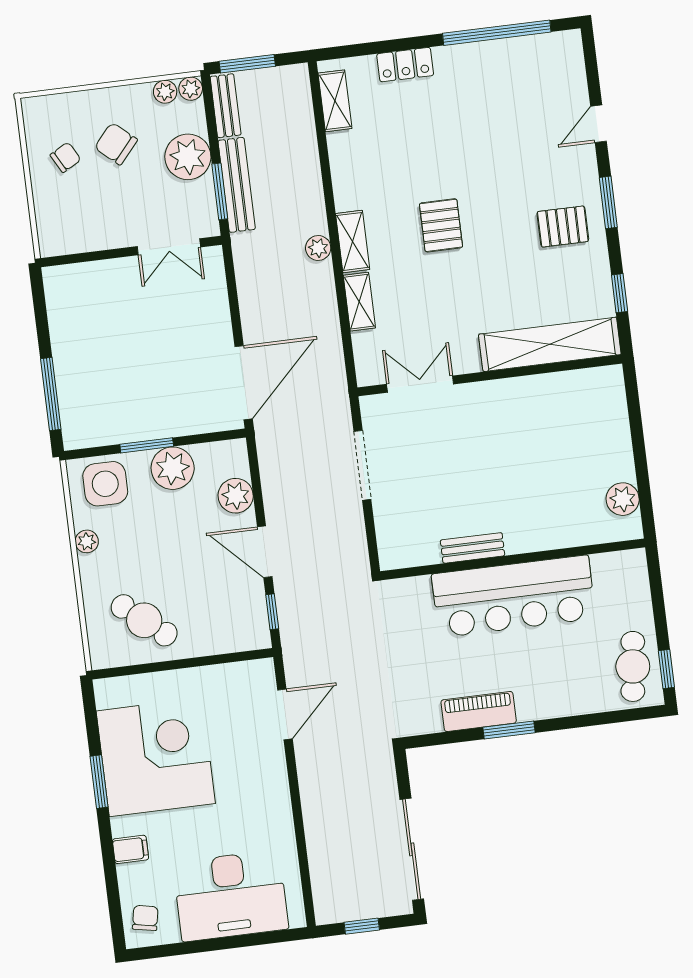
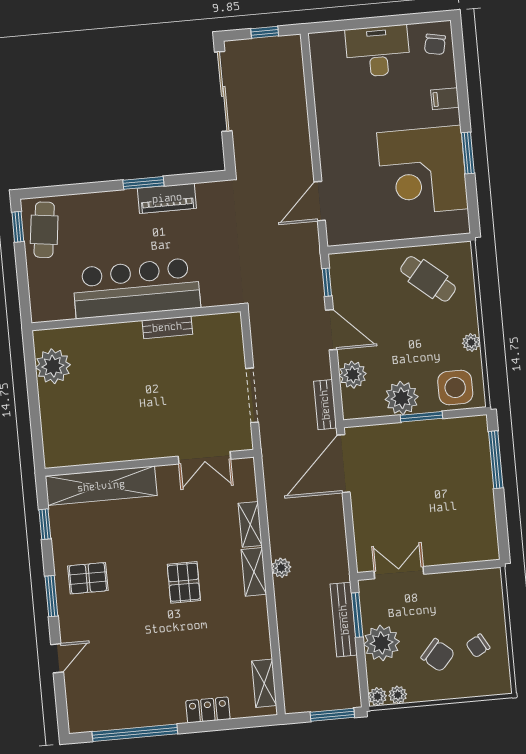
bench: (226, 106) -> (325, 405), moved
plant: (623, 499) -> (53, 366), width x1.36, depth x1.36
desk: (231, 896) -> (378, 51), width x0.73, depth x0.77

